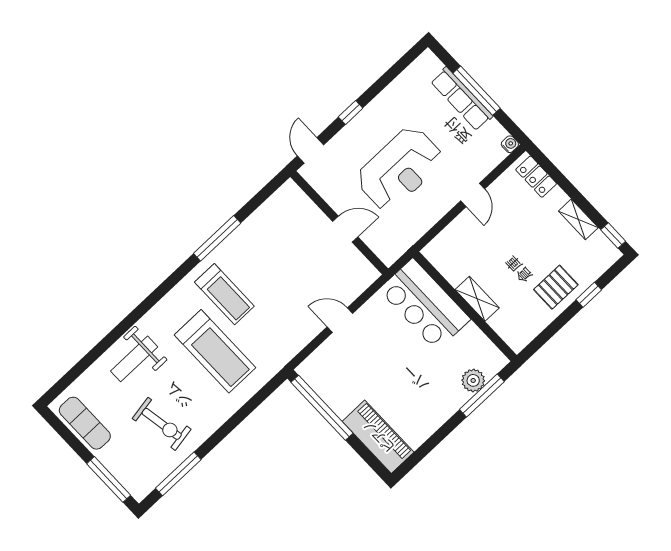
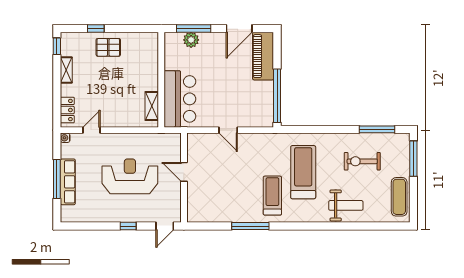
door: (473, 195) -> (91, 130), moved
shelving: (477, 299) -> (152, 106), moved
exercise bike: (162, 424) -> (362, 161), turned -80
door: (432, 442) -> (239, 29), added

